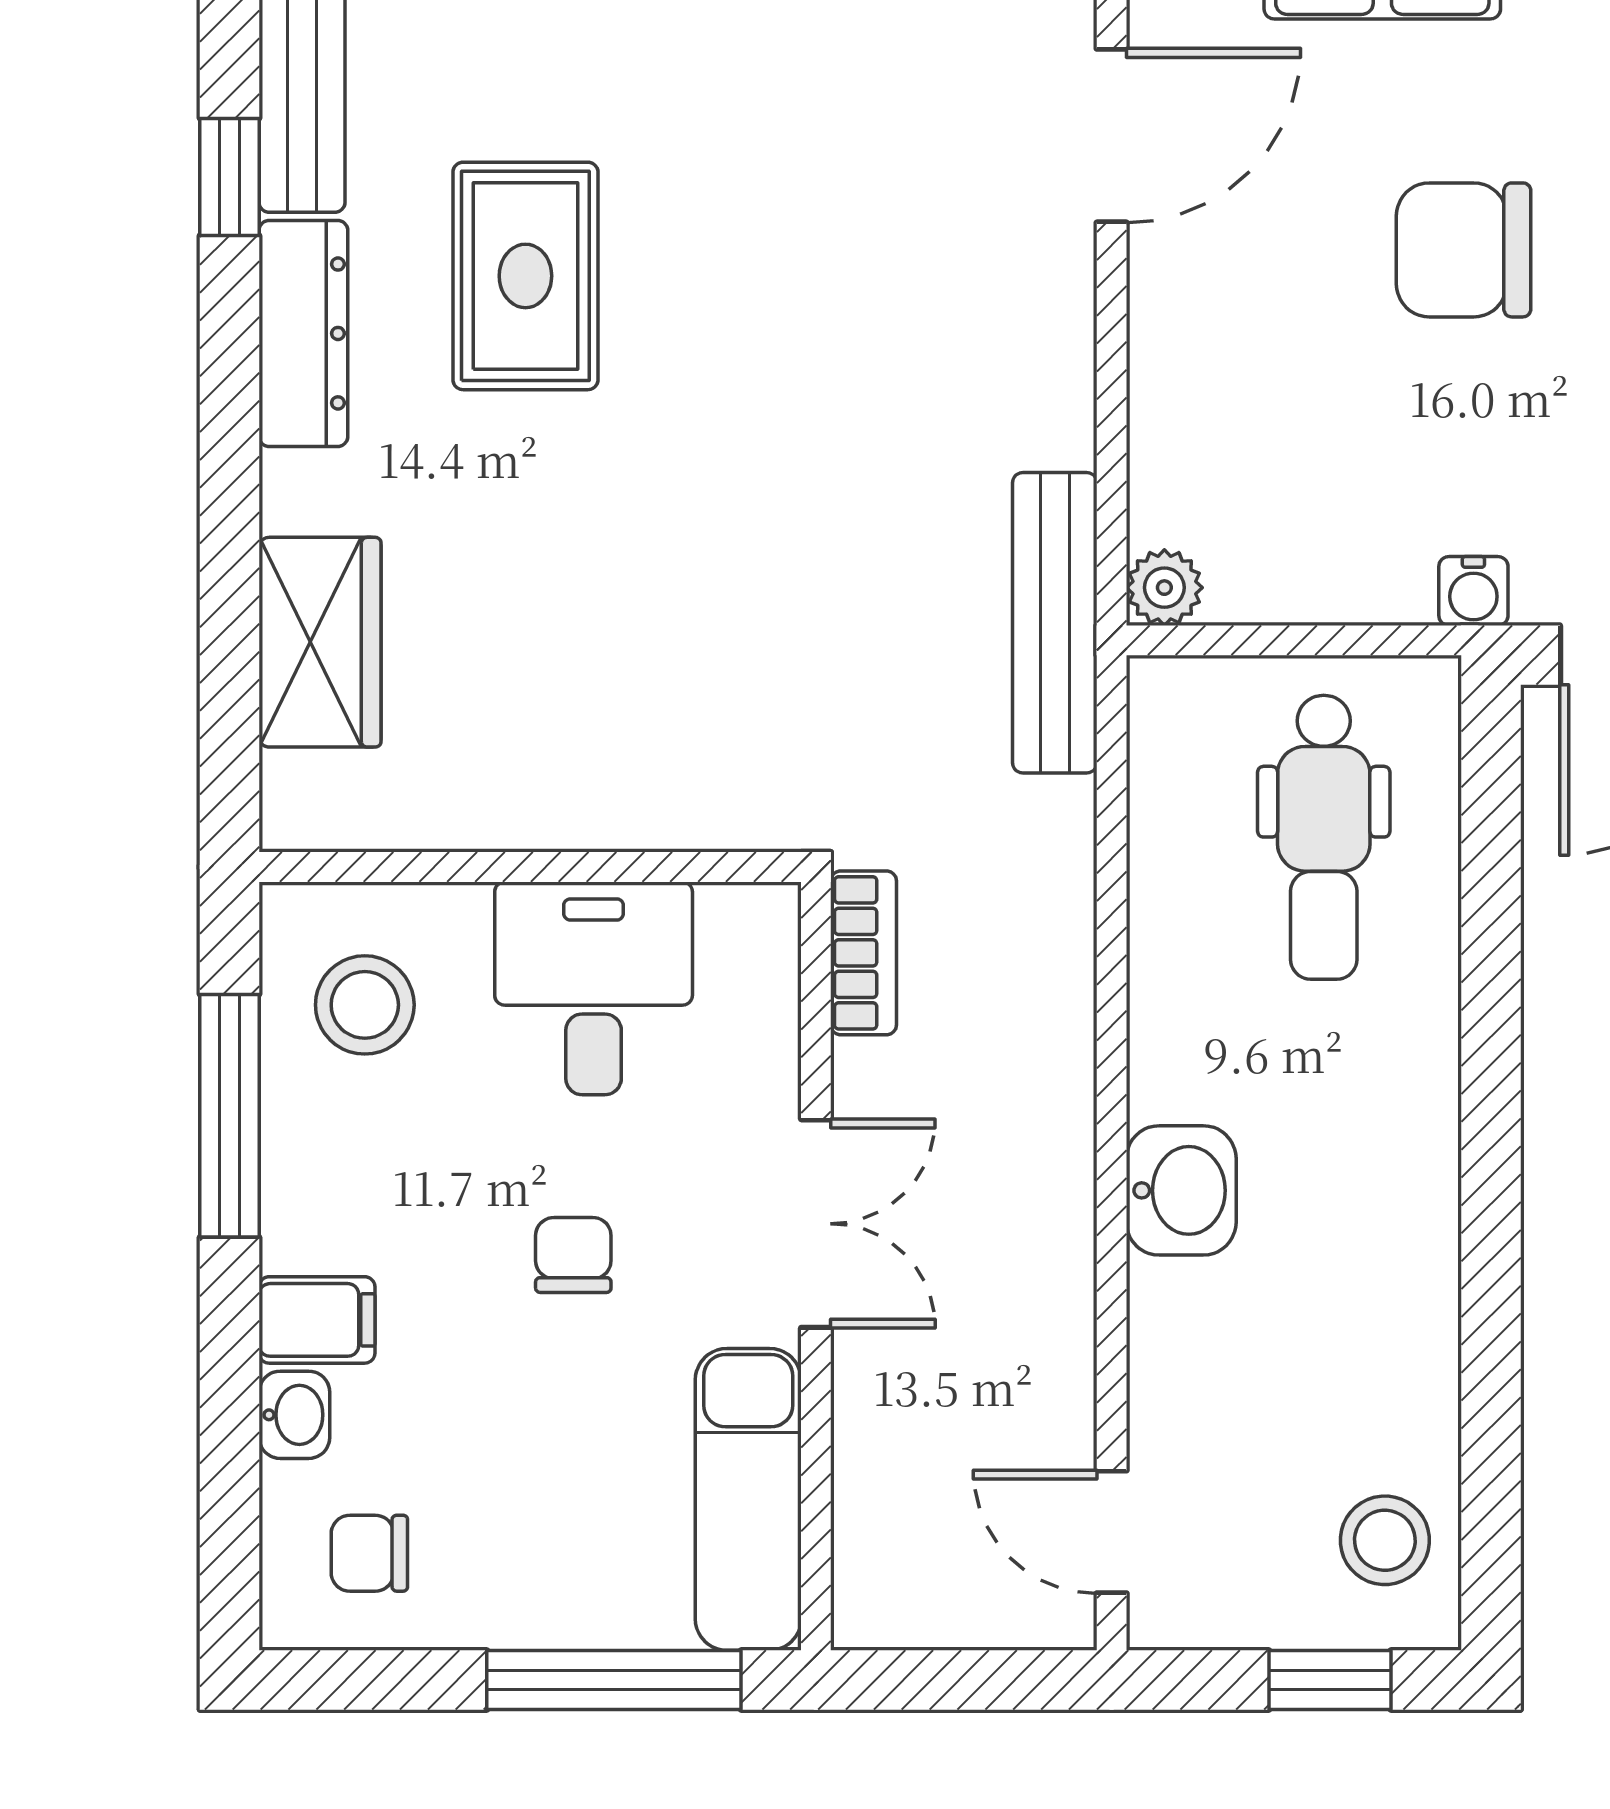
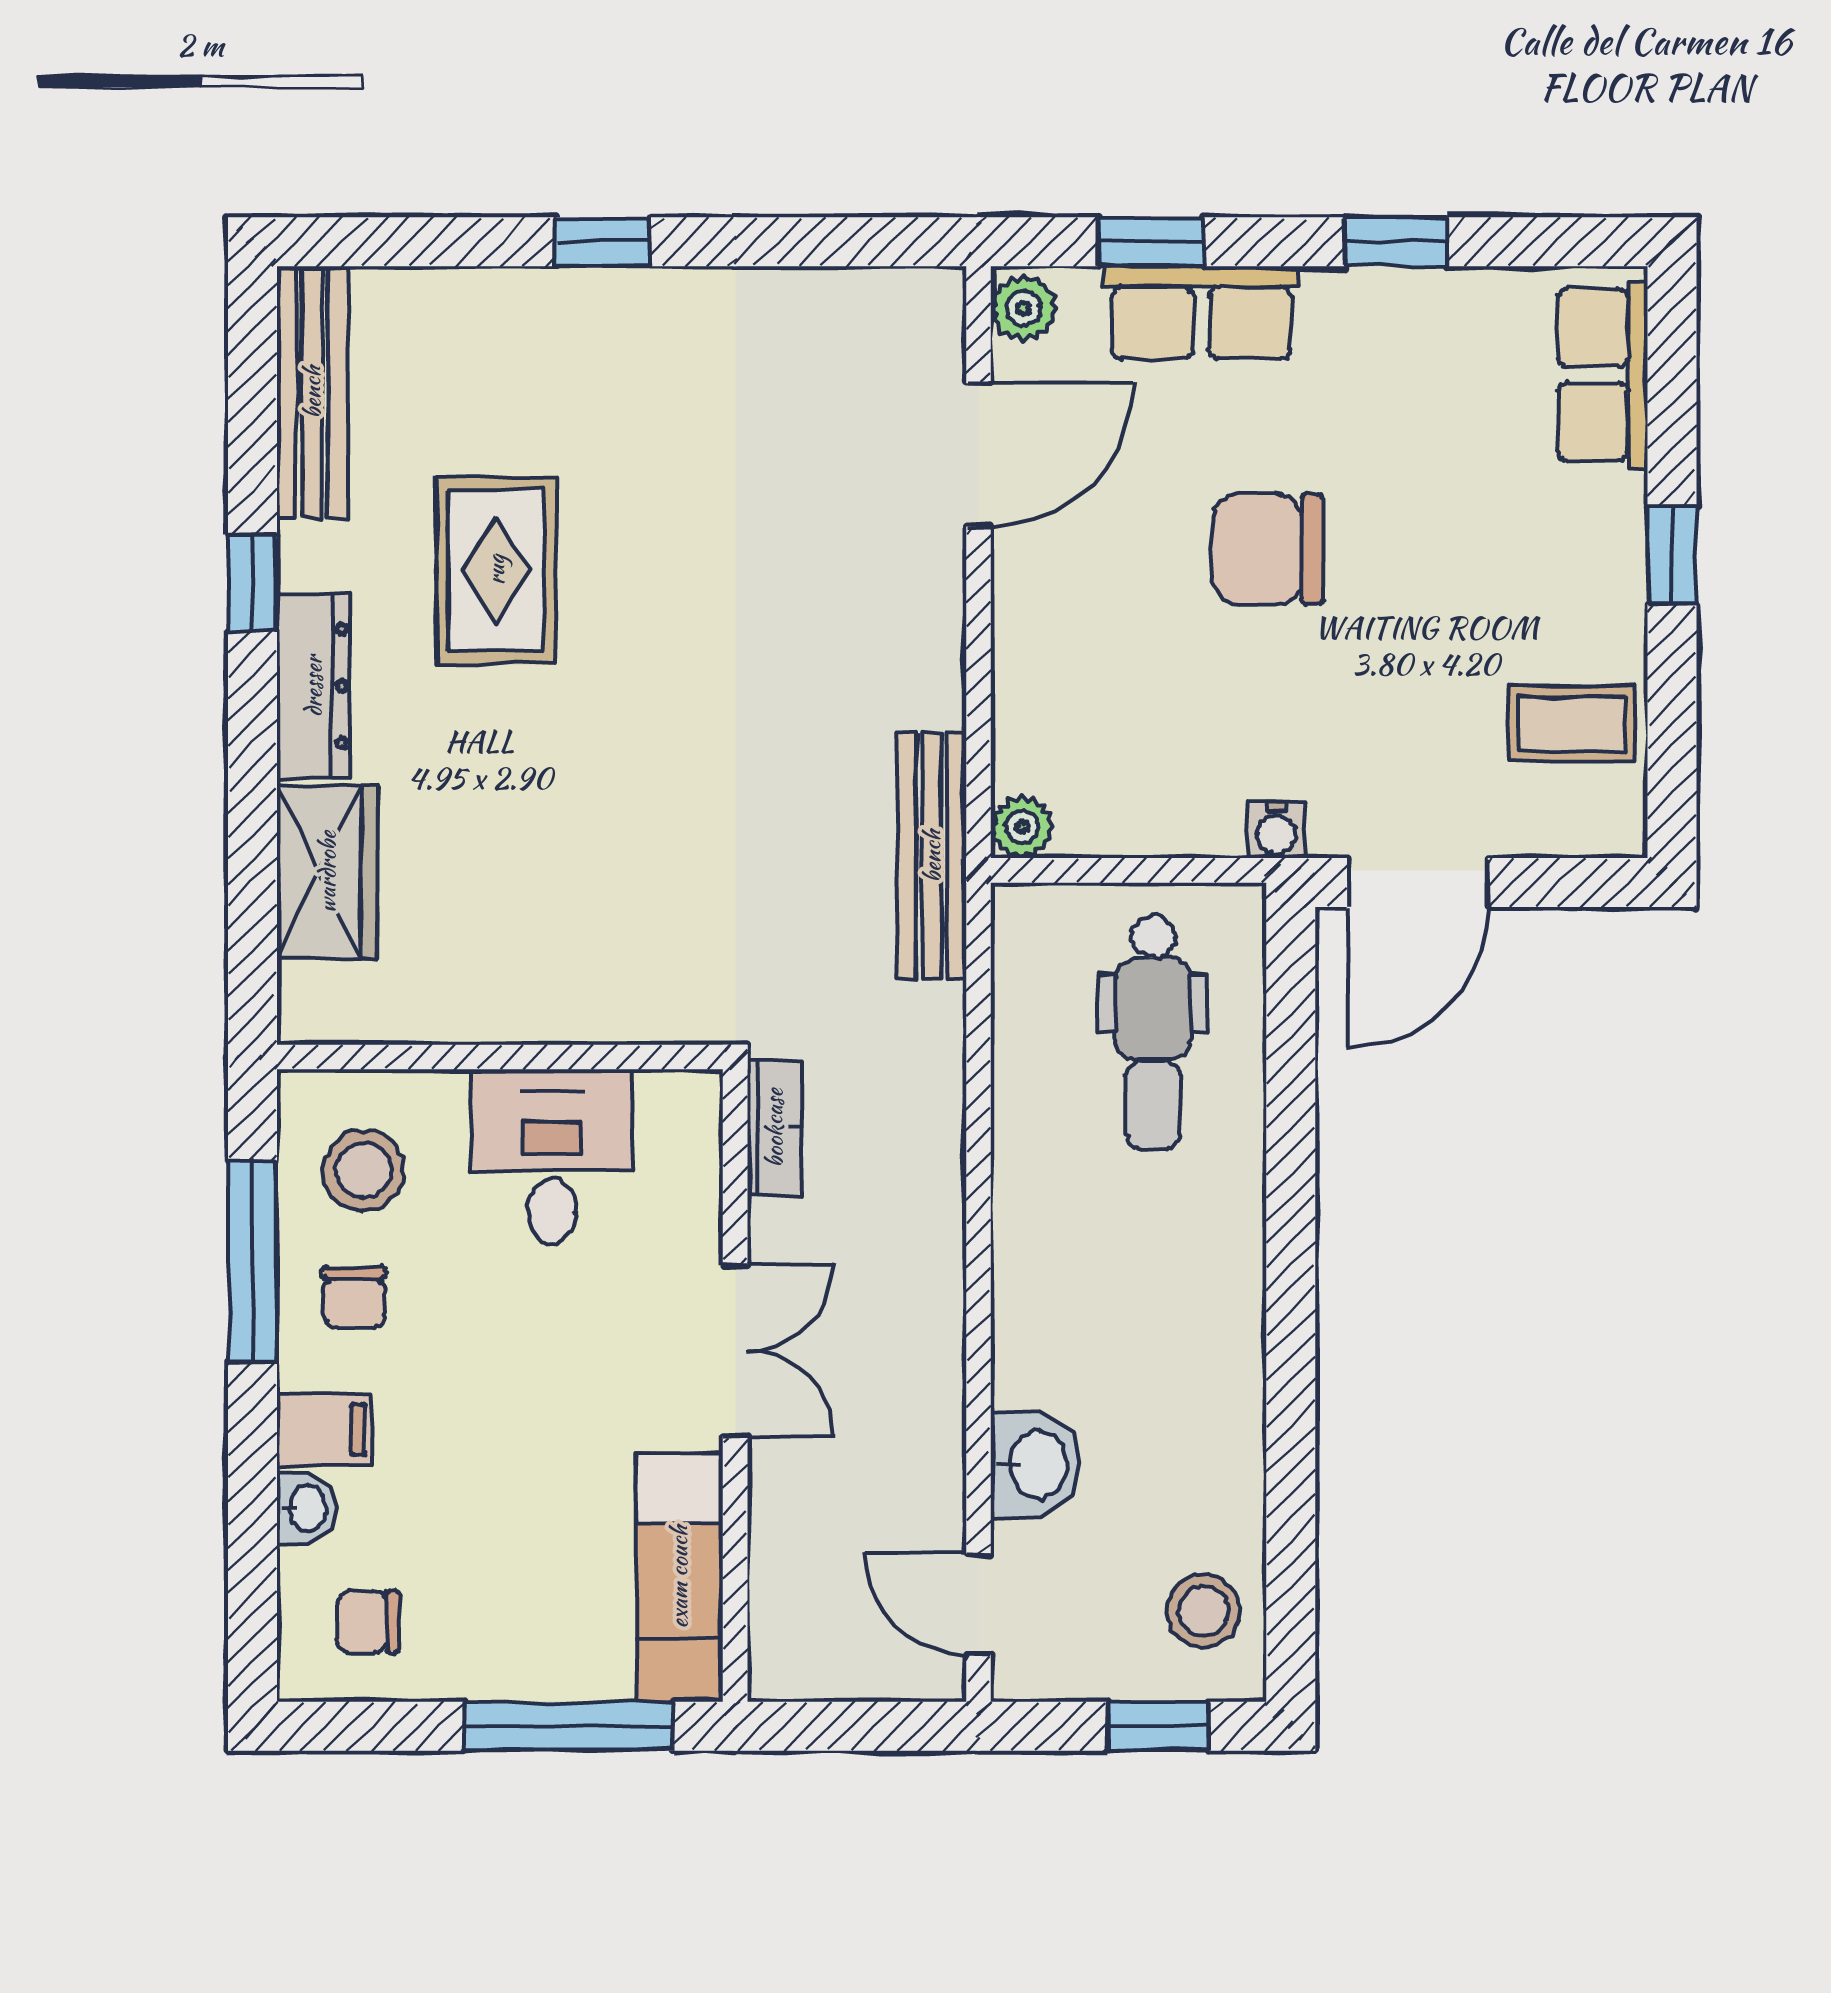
window: (230, 177) -> (252, 583), moved
dresser: (303, 333) -> (313, 686), moved
washbasin: (1181, 1190) -> (1036, 1465), moved
chair: (573, 1255) -> (354, 1297), moved, turned 180

